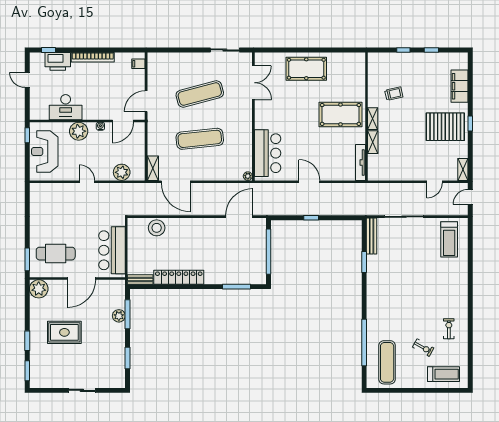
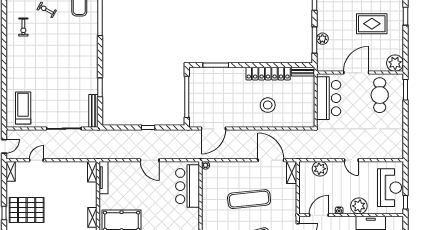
shelving: (373, 142) -> (92, 172), moved
stool: (157, 228) -> (268, 105), moved
cafe table: (56, 254) -> (380, 95), turned 90

